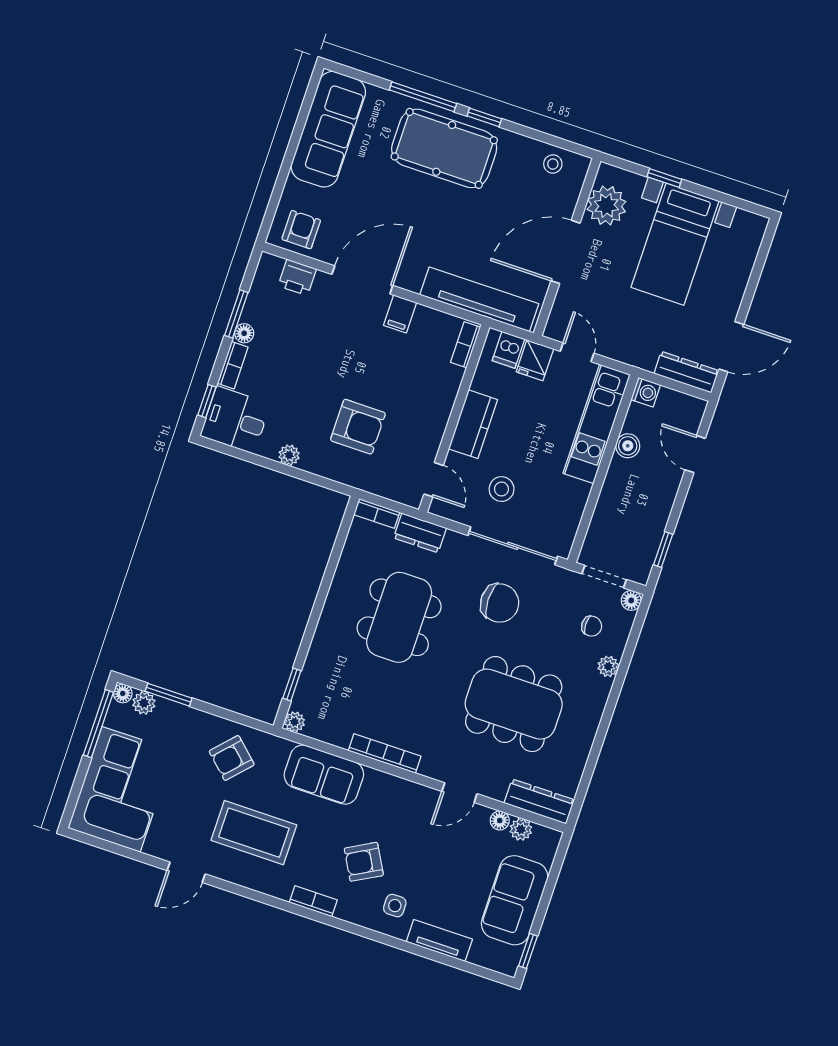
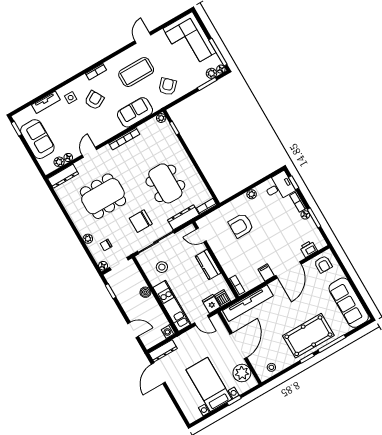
boiler: (628, 446) -> (145, 292), moved
stool: (502, 489) -> (162, 267), moved
dresser: (420, 533) -> (183, 217), width x1.44

